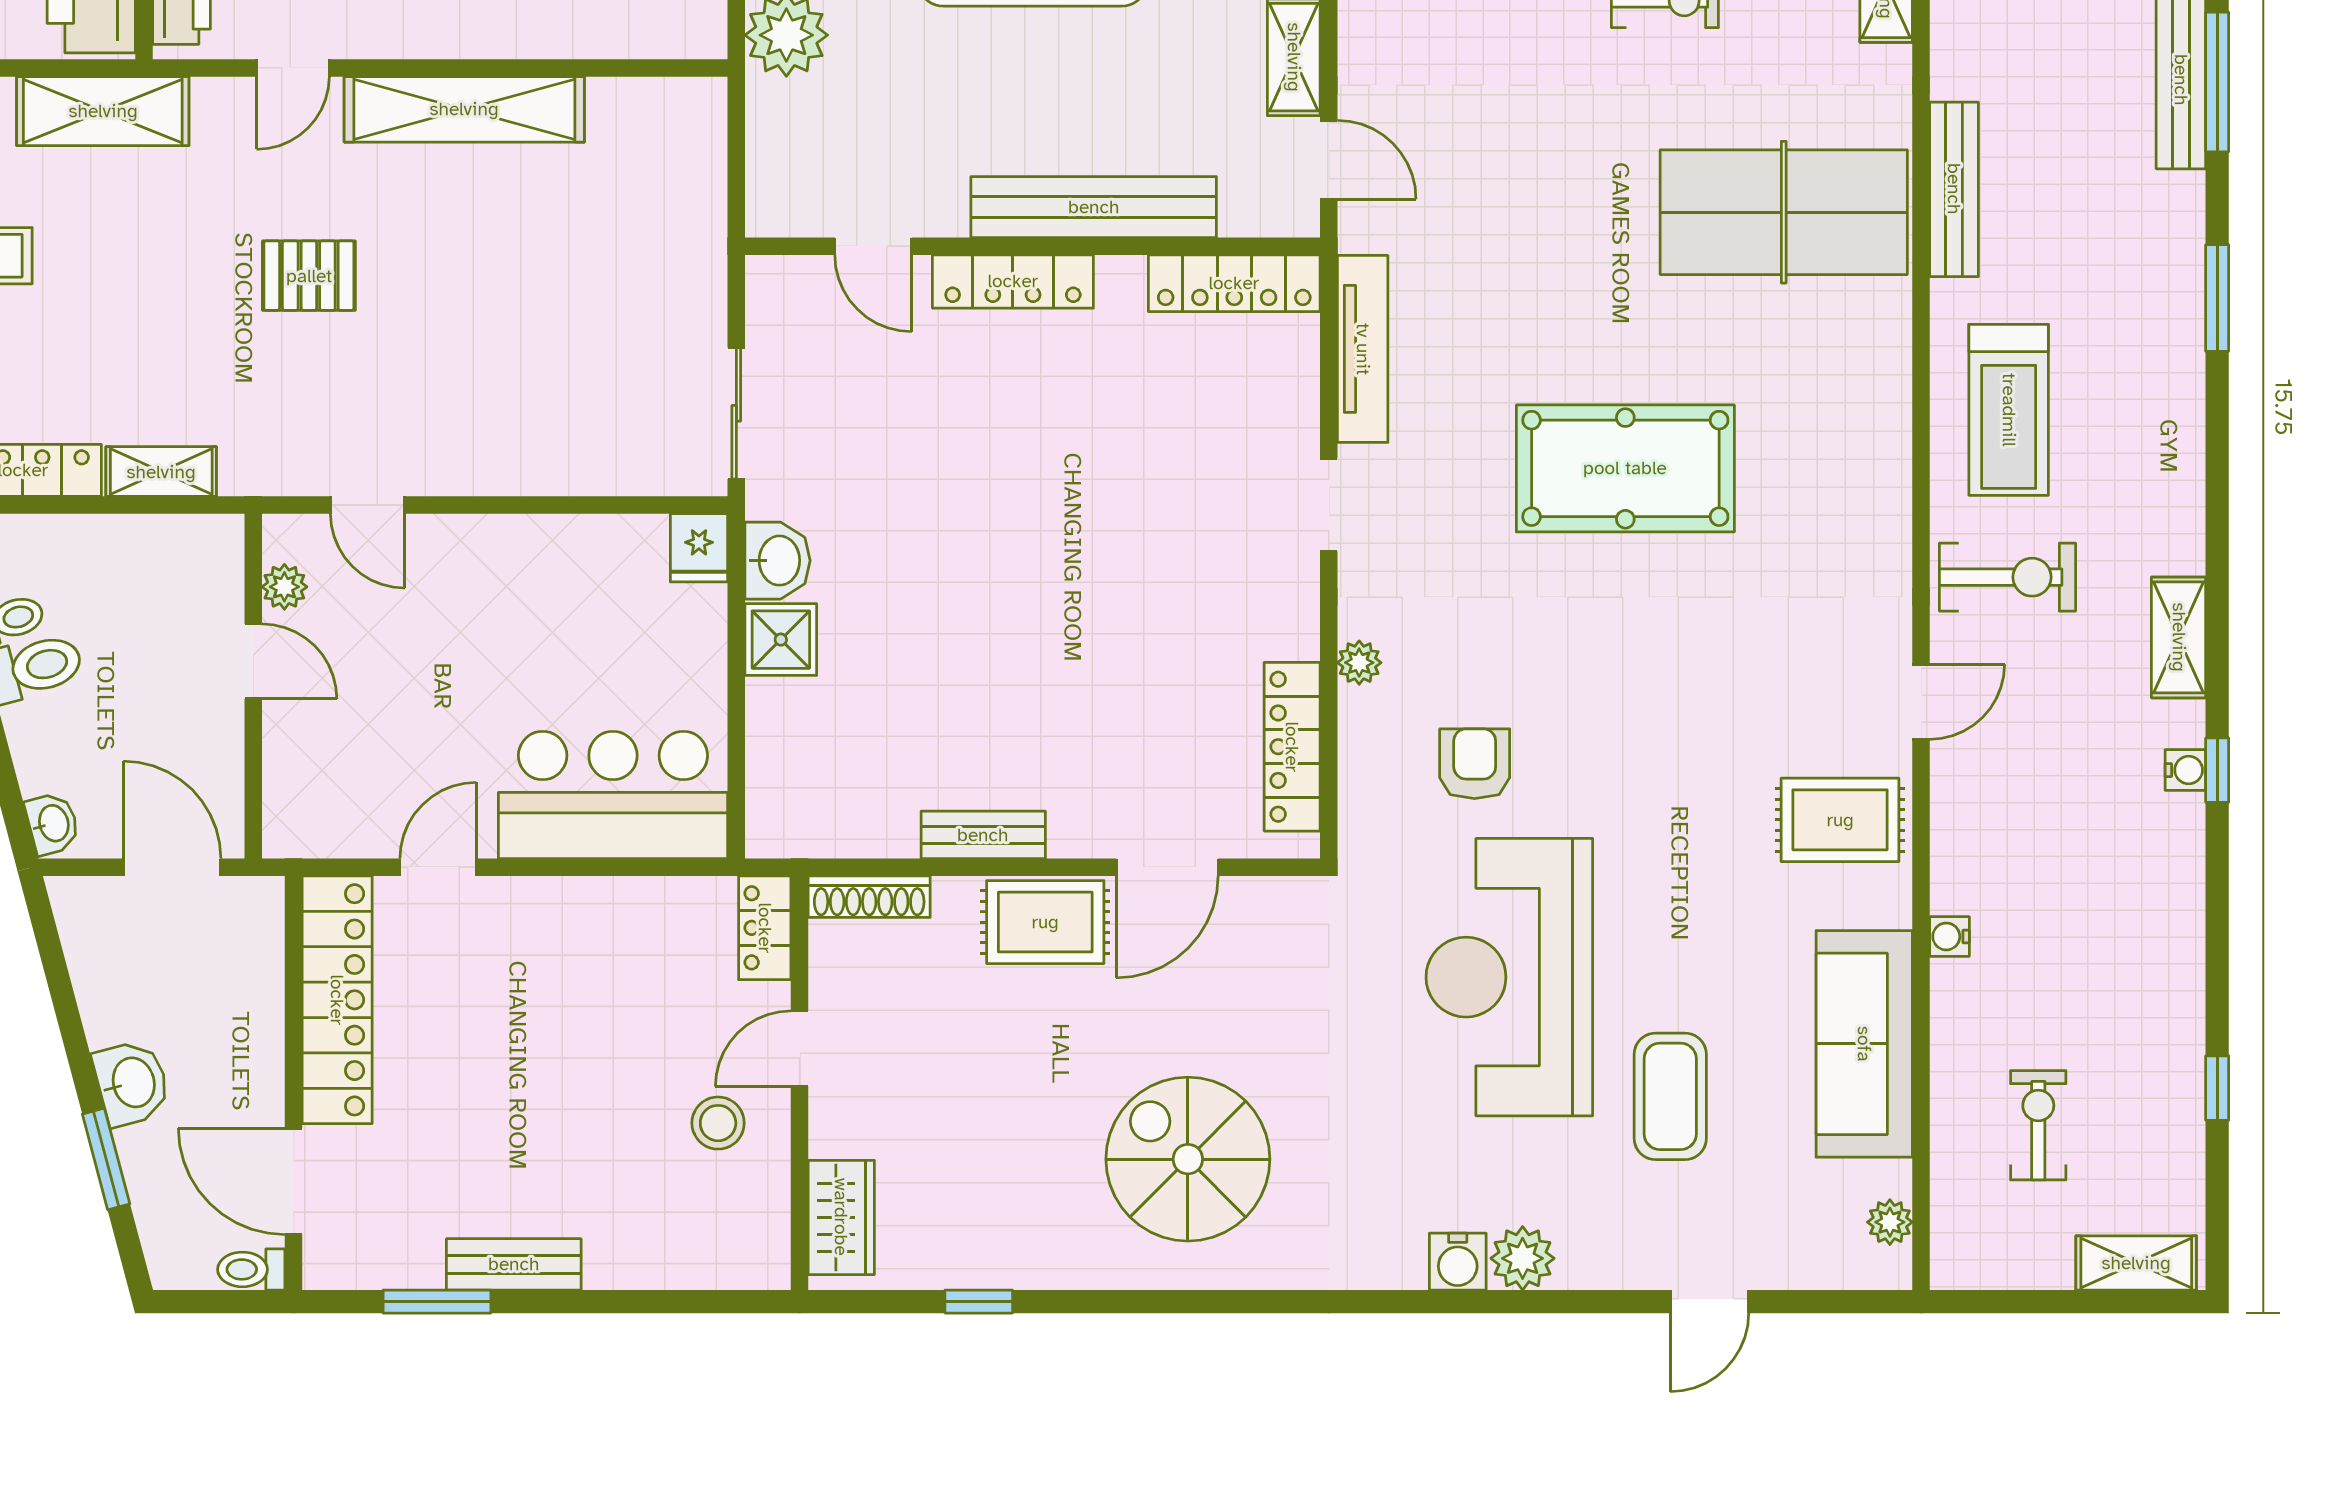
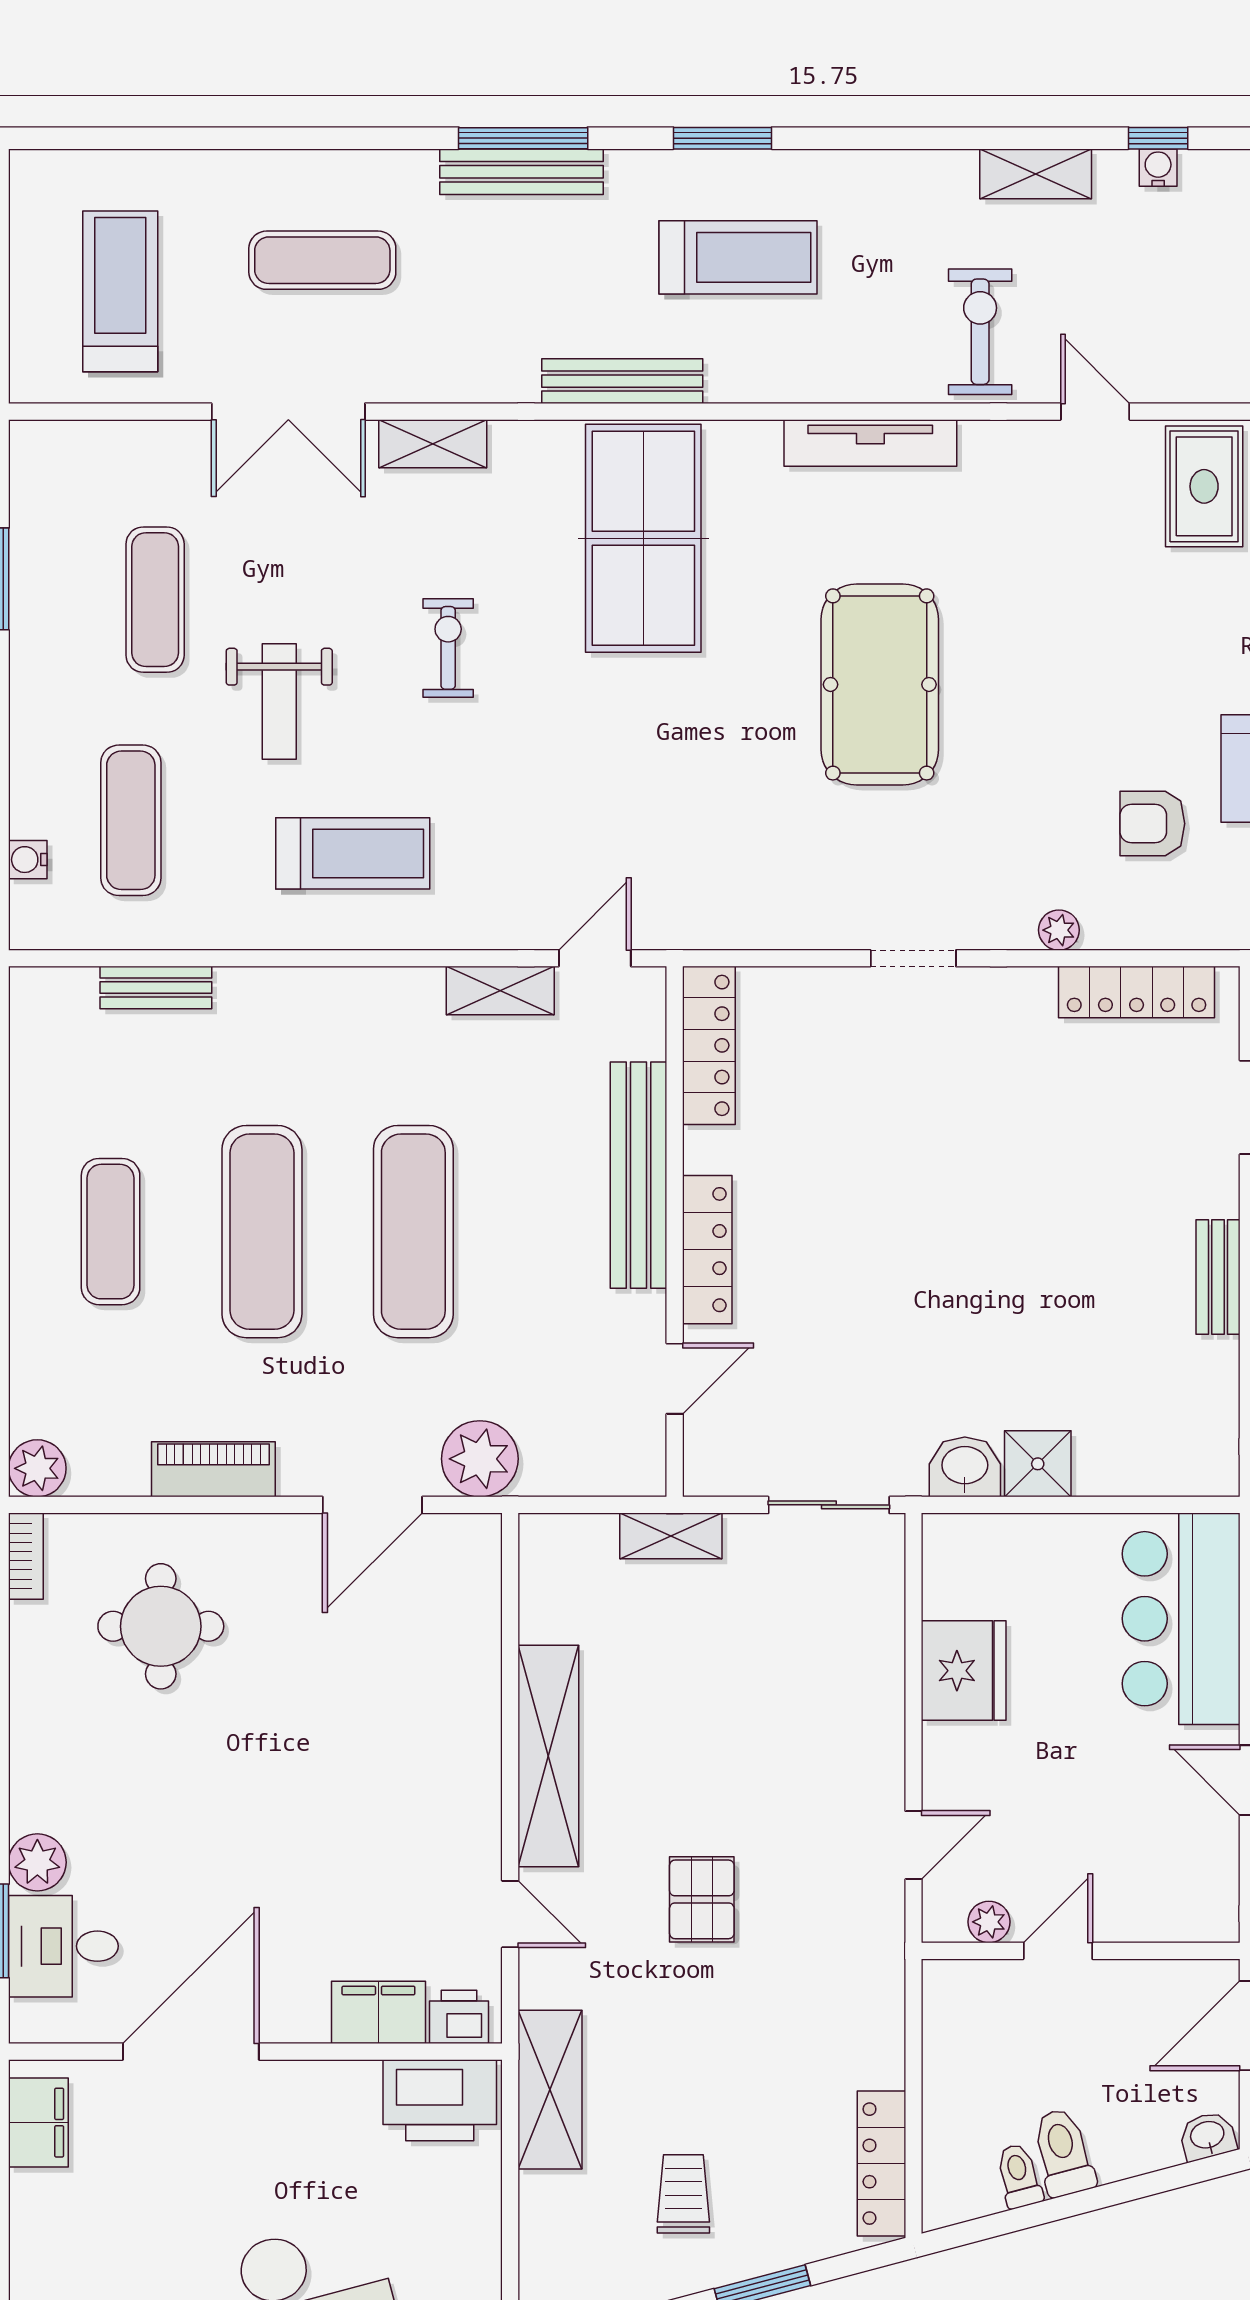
tv unit: (1363, 349) -> (870, 443), moved, turned 180
treadmill: (2009, 410) -> (738, 257), moved
shelving: (161, 472) -> (671, 1536), moved, turned 90
fridge: (699, 548) -> (964, 1671), moved, width x1.88, depth x1.34

